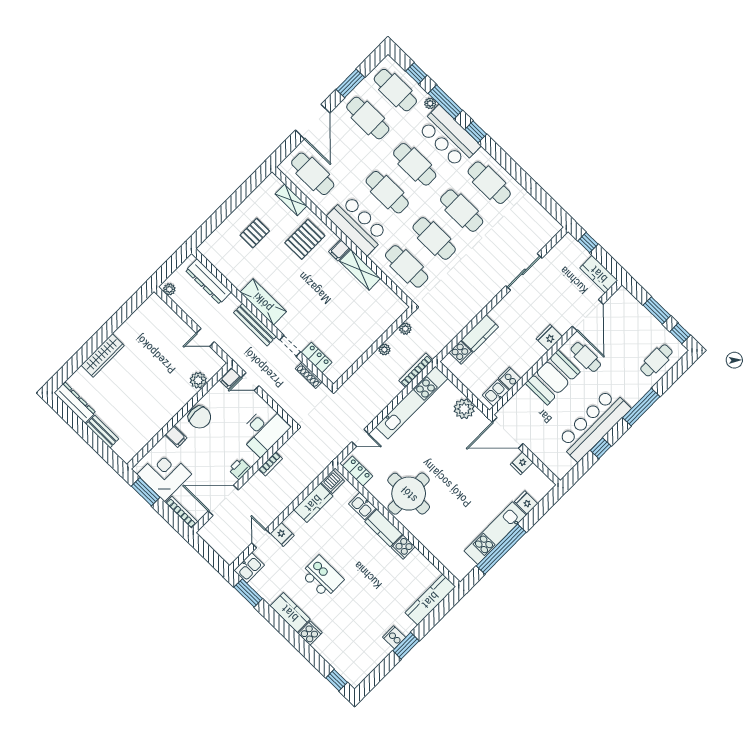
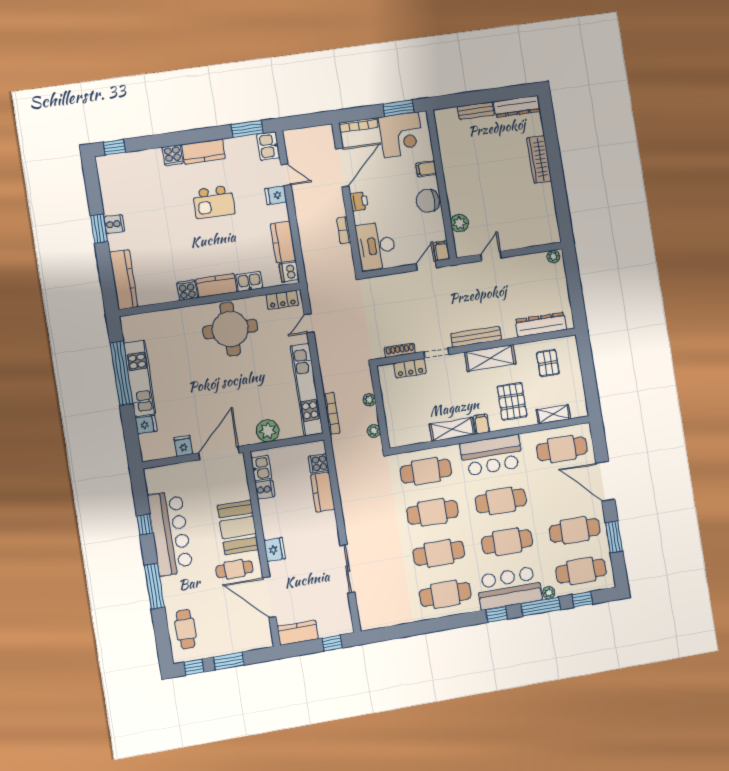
dresser: (208, 281) -> (541, 325), moved
shelving: (263, 302) -> (490, 358), moved
wall: (263, 319) -> (476, 347), moved
bench: (255, 325) -> (476, 337), moved
doorway: (290, 346) -> (436, 353), moved
locker: (317, 357) -> (410, 368), moved
shoe rack: (309, 375) -> (400, 350), moved

